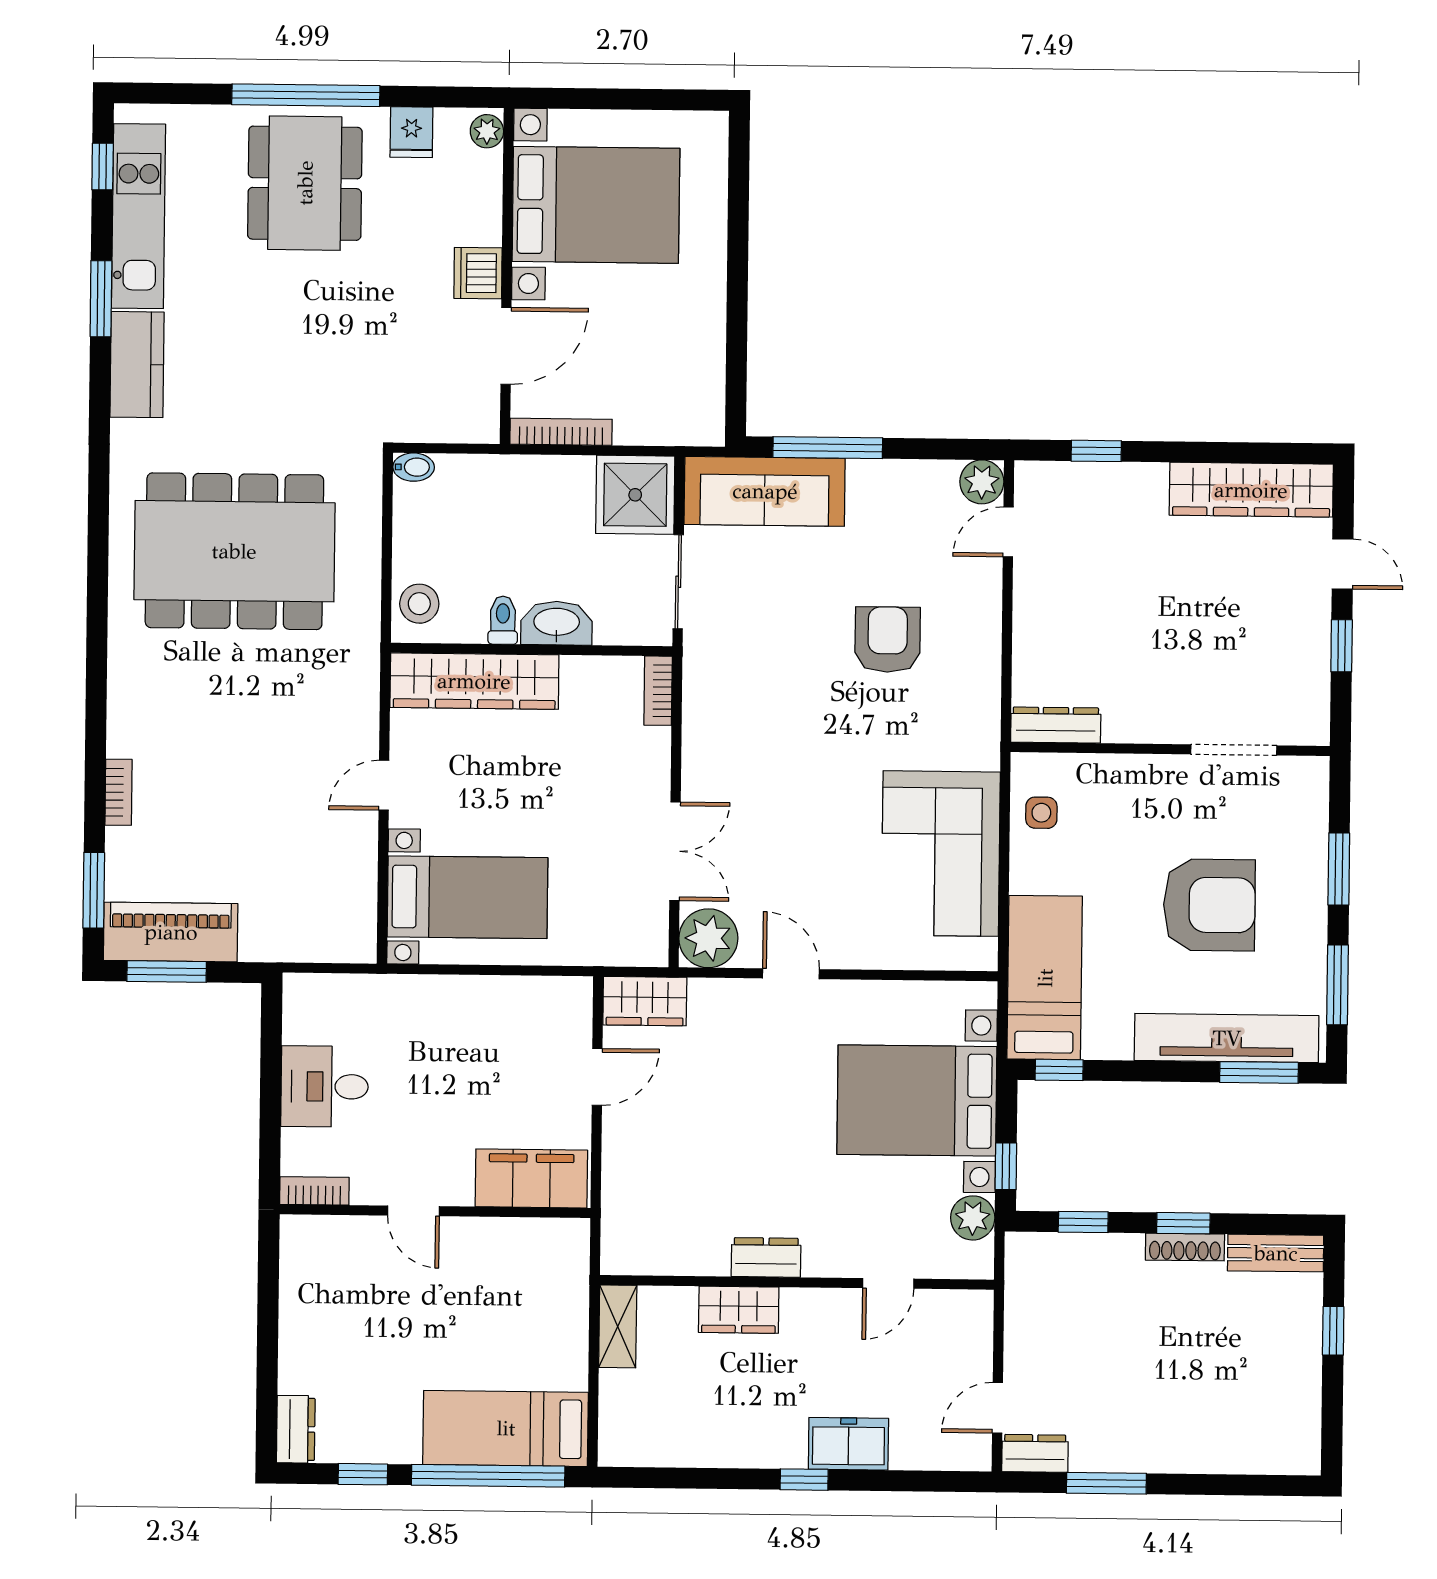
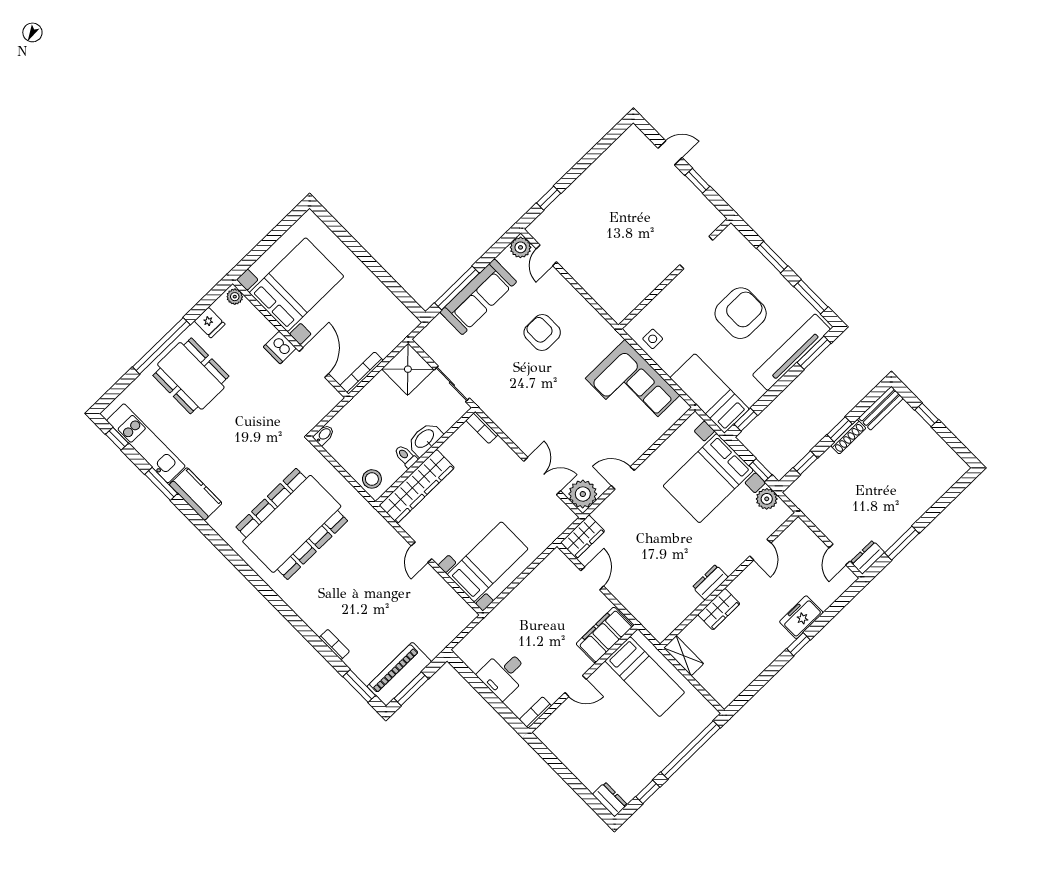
wardrobe: (1251, 490) -> (614, 159), removed
sofa: (765, 491) -> (478, 297), moved
dresser: (1056, 725) -> (628, 304), removed
bed: (506, 1428) -> (645, 677), moved, turned -90

